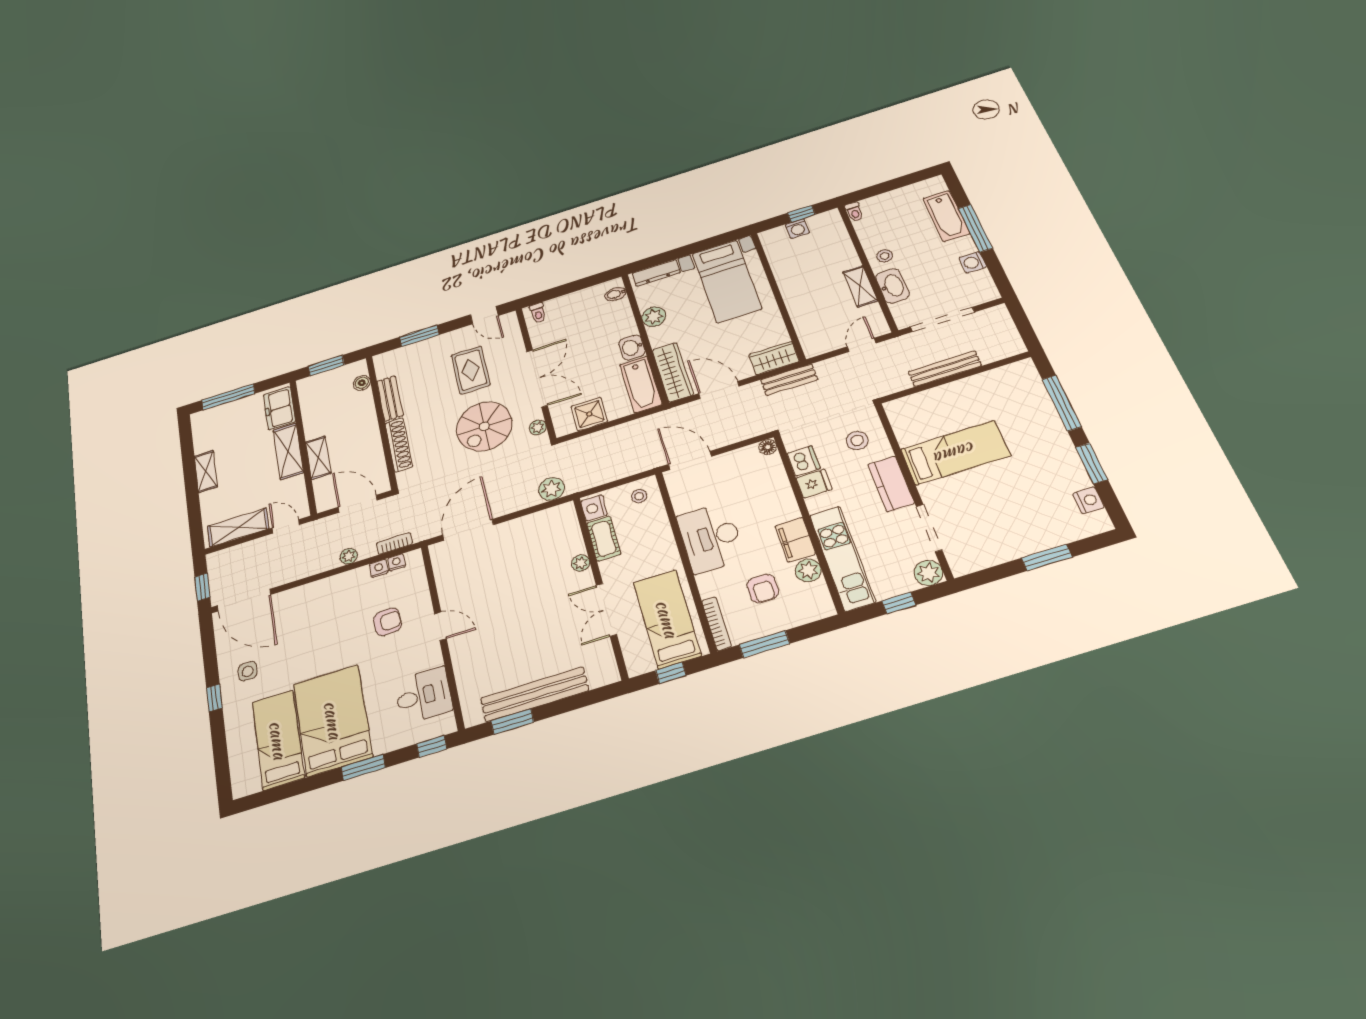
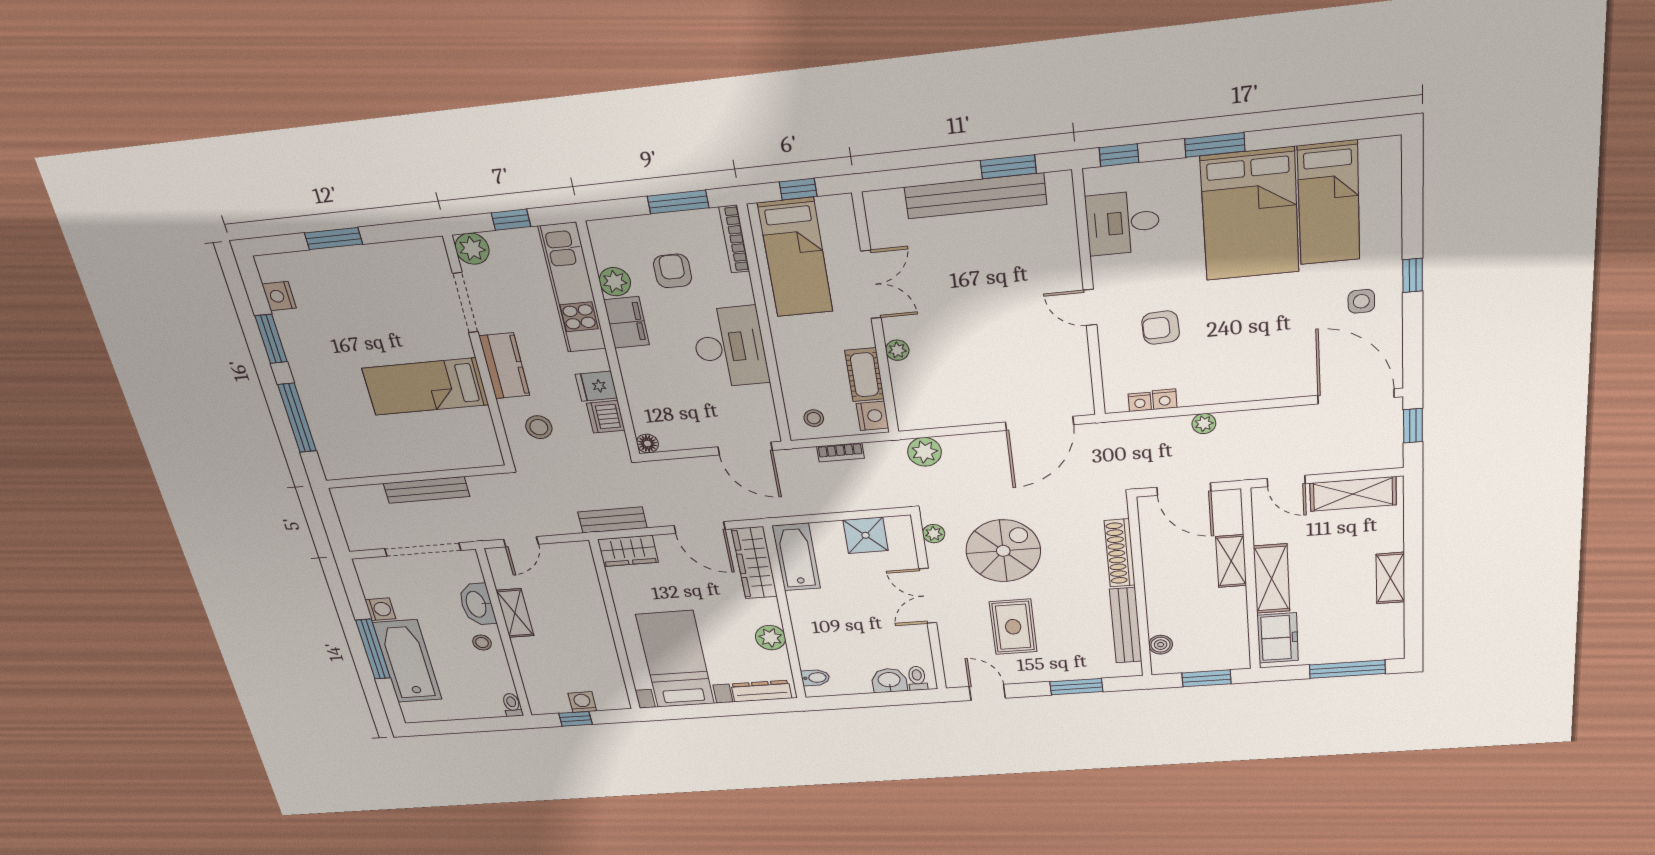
bathtub: (946, 216) -> (407, 661), width x1.36, depth x1.36
washbasin: (632, 347) -> (889, 680), moved, turned -90
double door: (537, 378) -> (928, 596), width x0.73
bench: (390, 398) -> (1126, 625), width x1.36
bookcase: (394, 543) -> (840, 452), moved

